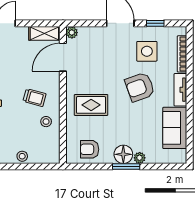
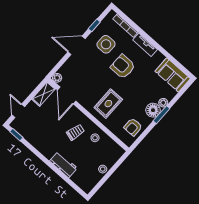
armchair: (140, 87) -> (123, 67), turned 110
sofa: (175, 128) -> (173, 75), moved

